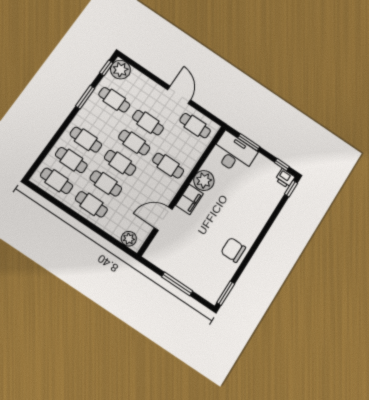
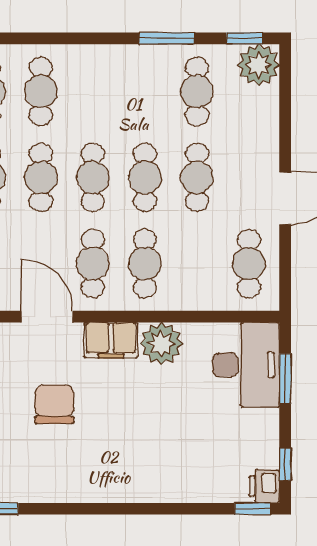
cafe table: (86, 140) -> (93, 264), moved
chair: (233, 250) -> (54, 404), moved

